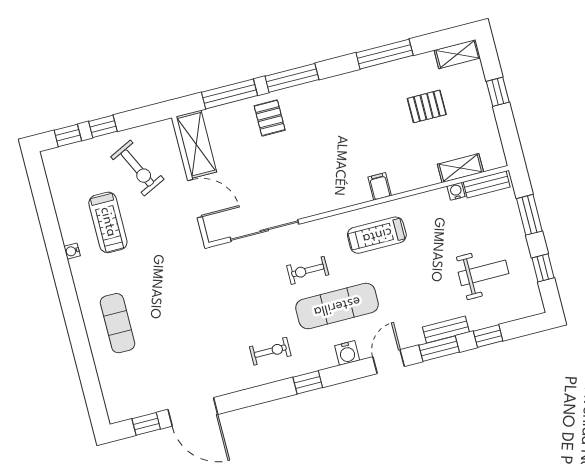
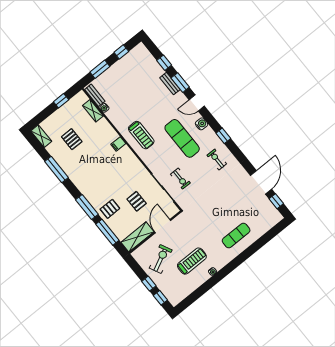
window: (498, 92) -> (61, 101), moved
pallet: (261, 172) -> (137, 201), added
exercise bike: (308, 270) -> (180, 179), moved
weight bench: (484, 273) -> (136, 78), removed

